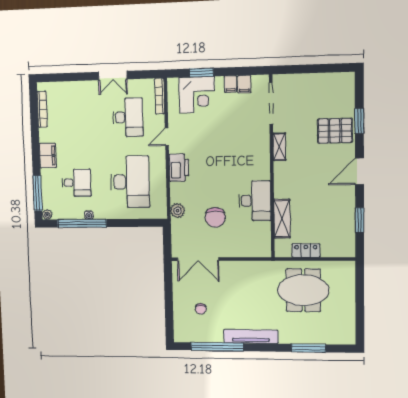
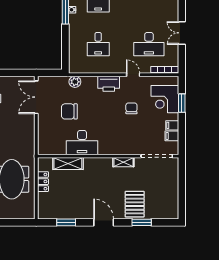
chair: (209, 138) -> (131, 108), added
desk: (130, 182) -> (98, 44), width x0.53, depth x0.77

